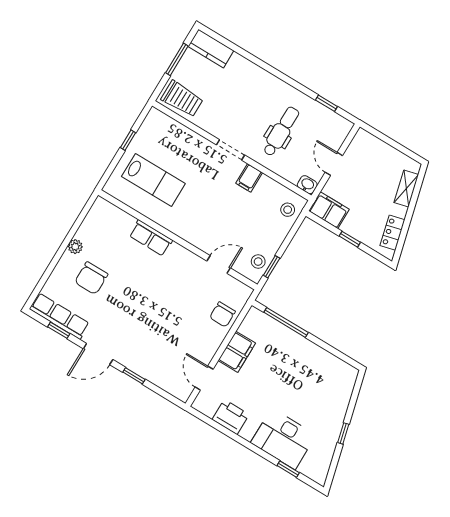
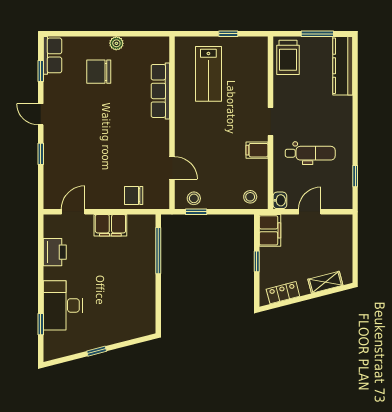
kitchen counter: (211, 49) -> (343, 66), width x1.50
row of seats: (151, 238) -> (160, 91), width x1.48
row of seats: (59, 316) -> (52, 55), width x0.68
door: (98, 354) -> (41, 114), width x0.73

